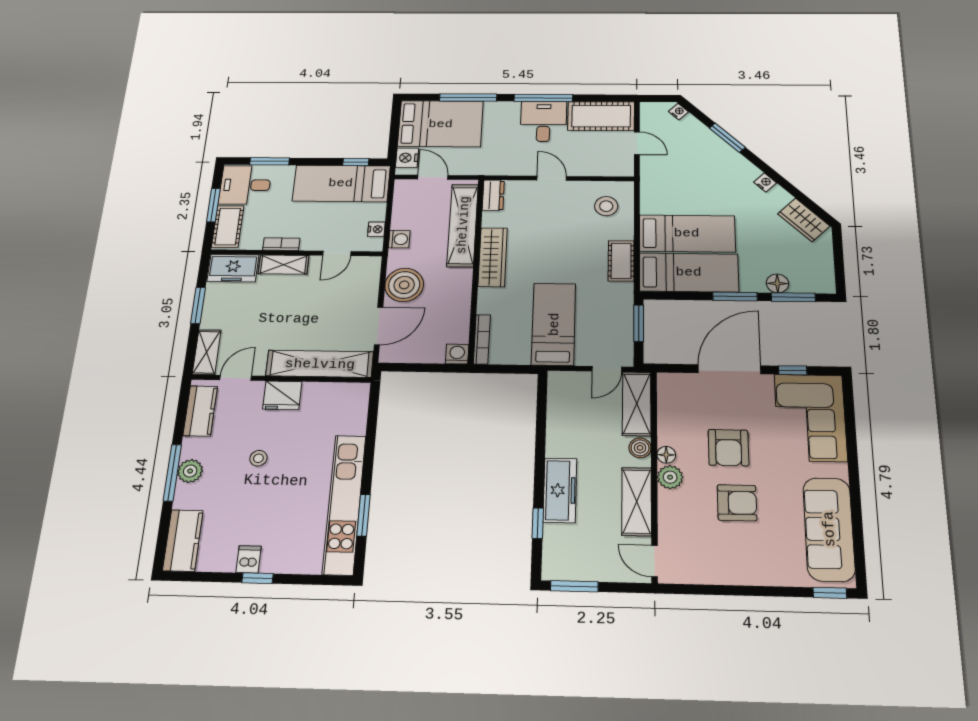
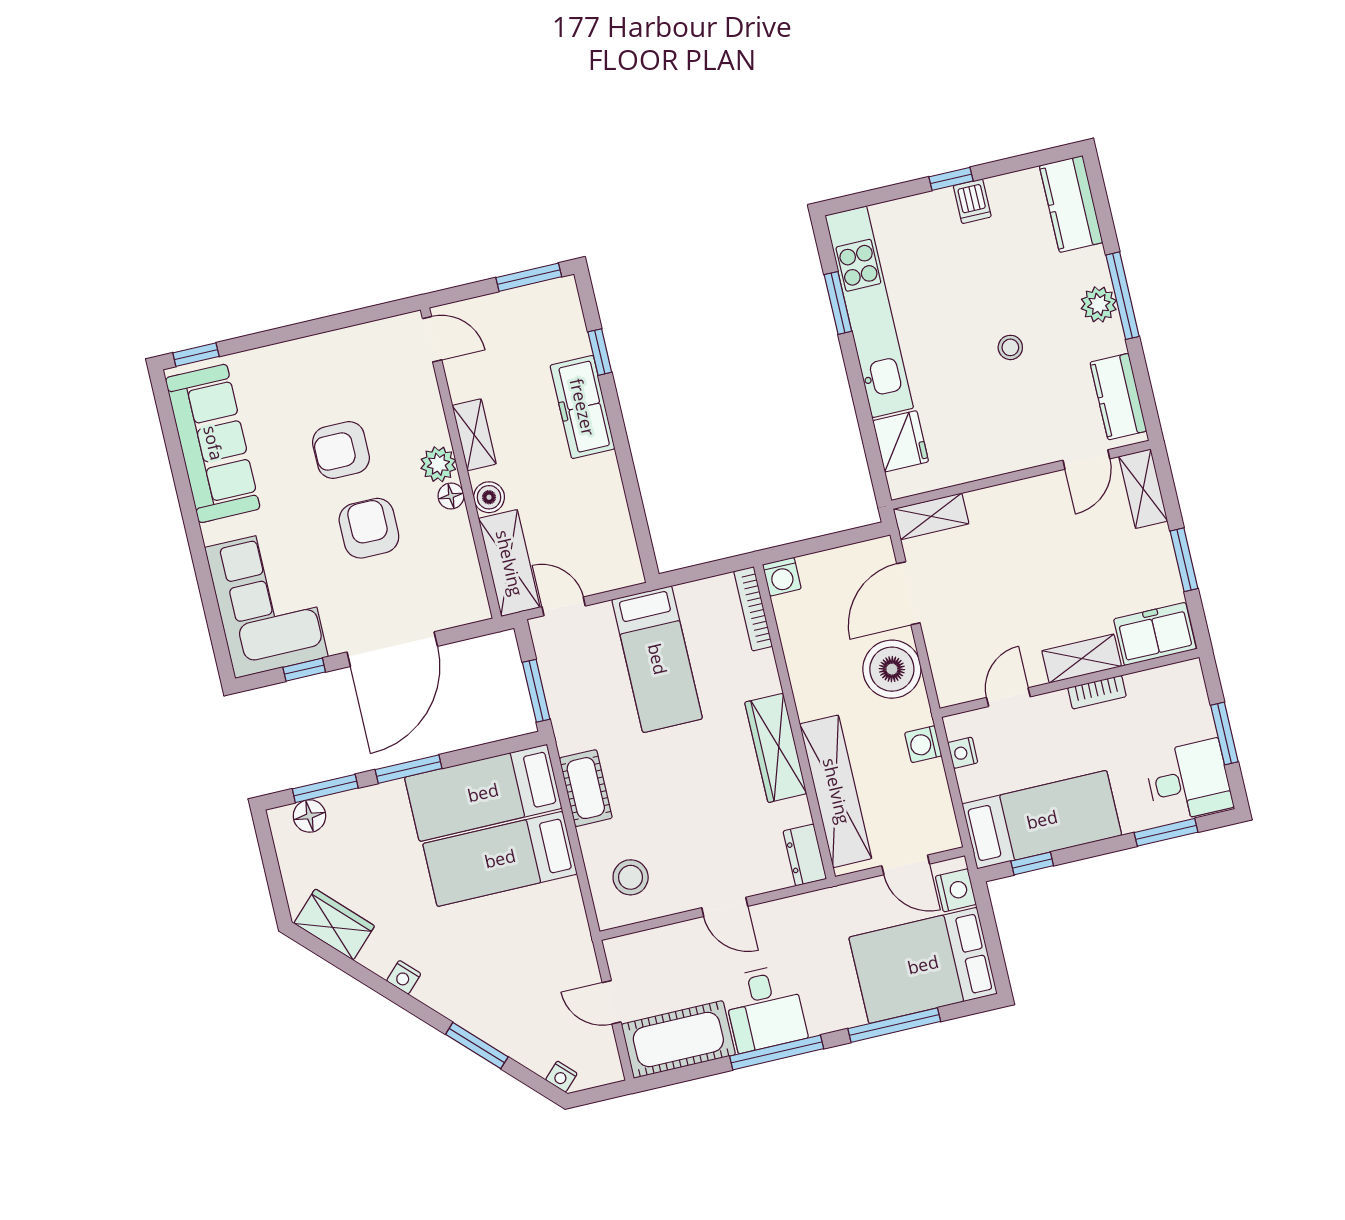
cot: (228, 226) -> (1189, 702), removed
floor lamp: (777, 283) -> (309, 816), moved
shelving: (320, 364) -> (931, 516), width x0.45, depth x0.75
door: (607, 369) -> (564, 606), hinge flipped
fridge: (282, 395) -> (901, 441), moved, turned 90
shelving: (637, 502) -> (474, 435), width x0.67, depth x0.75

